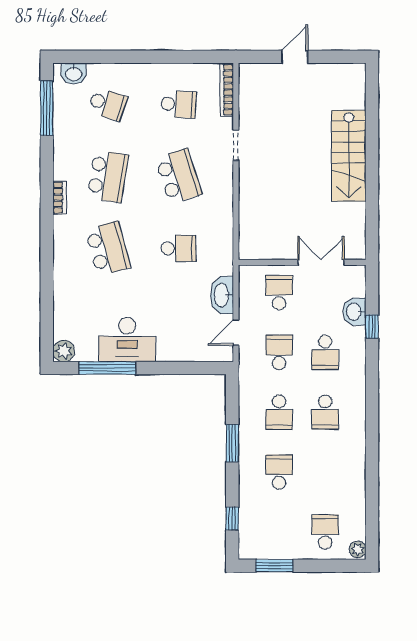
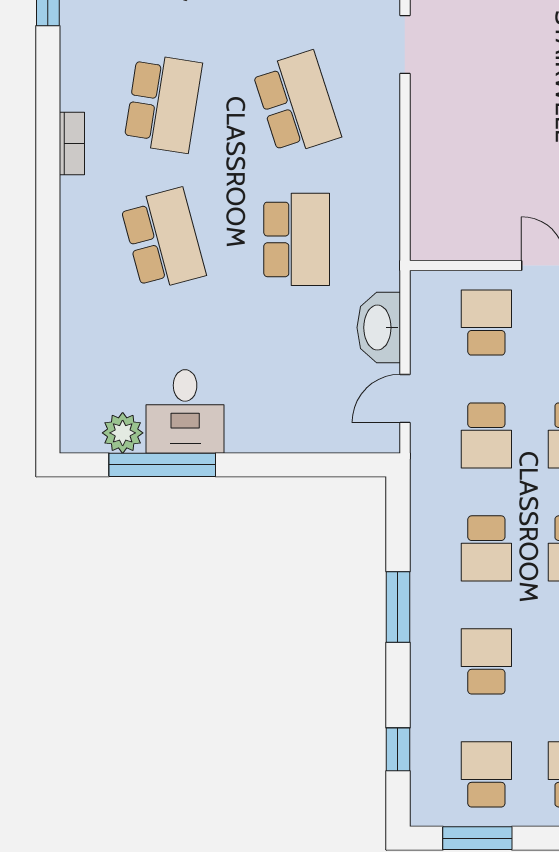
school desk: (179, 248) -> (297, 239), width x1.85
desk: (127, 340) -> (185, 411), width x0.73
plant: (64, 351) -> (123, 433), moved
school desk: (279, 352) -> (486, 435), turned 180
school desk: (279, 532) -> (486, 774), added

